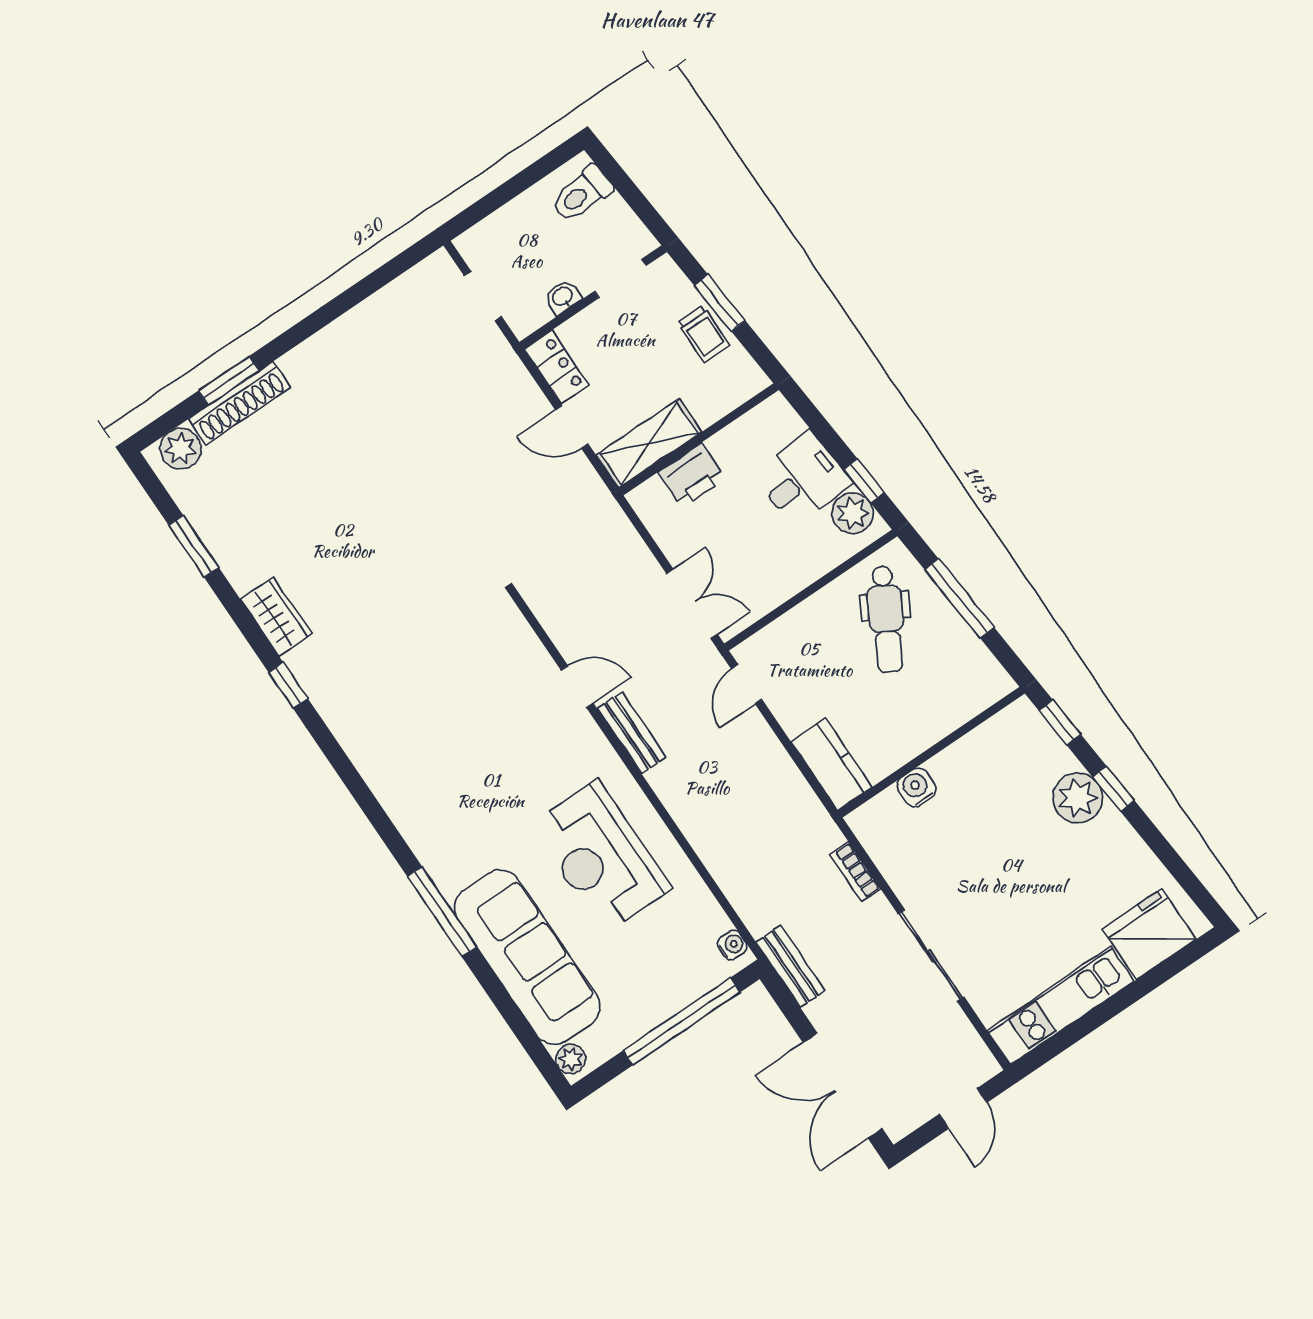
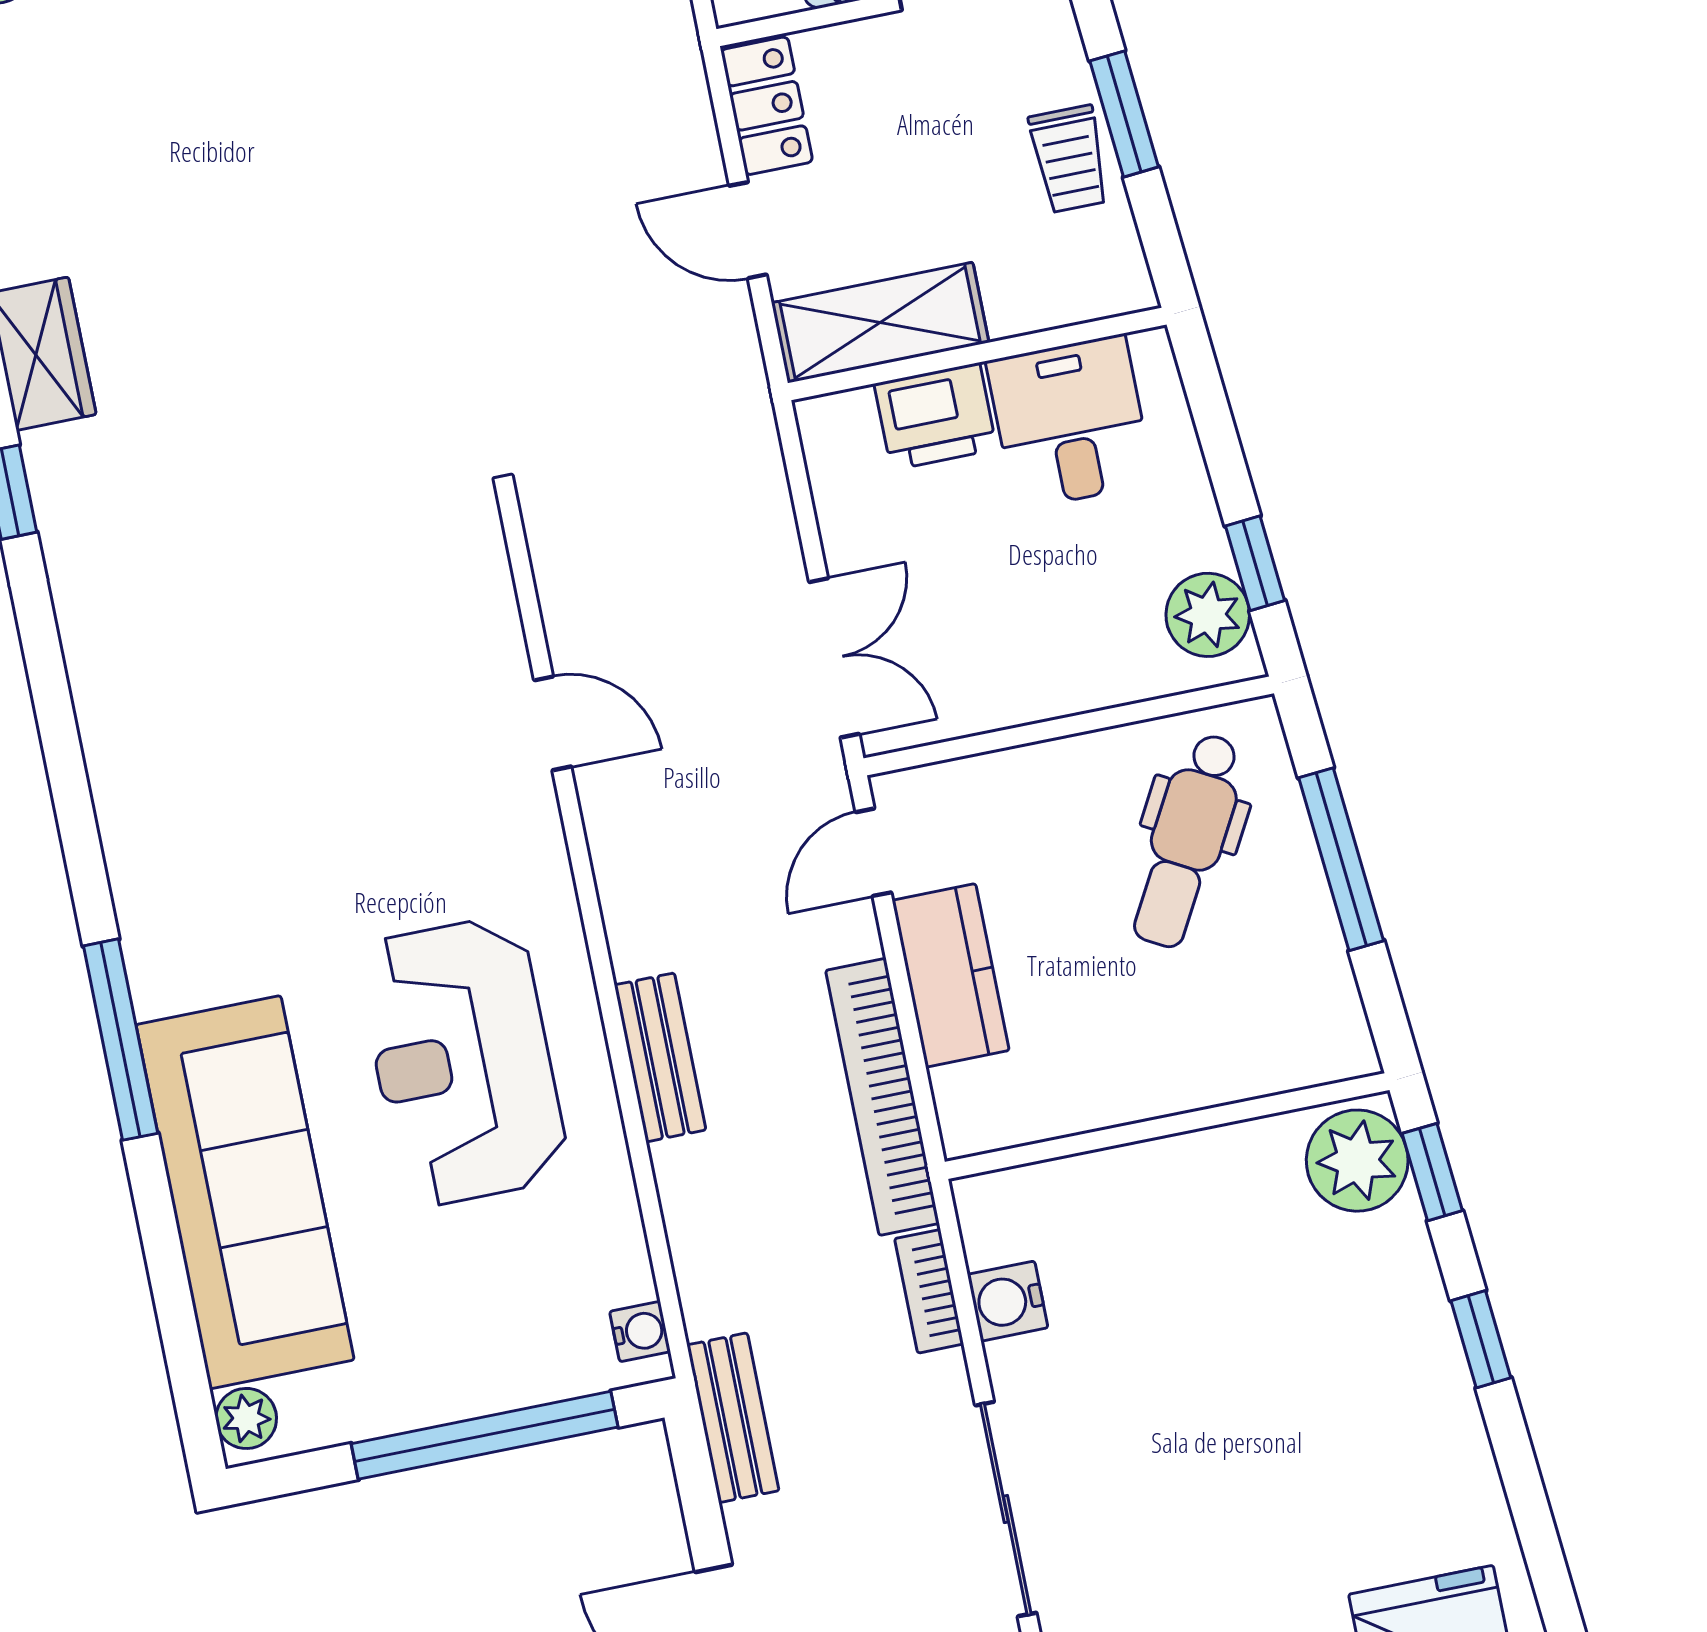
desk: (803, 479) -> (1070, 422), moved, turned -85
bench: (632, 733) -> (660, 1057), moved
kitchen counter: (831, 764) -> (951, 975), moved
water cooler: (917, 787) -> (1008, 1301), moved, turned -90
bookcase: (797, 793) -> (883, 1097), added
plant: (1078, 798) -> (1357, 1161), moved

